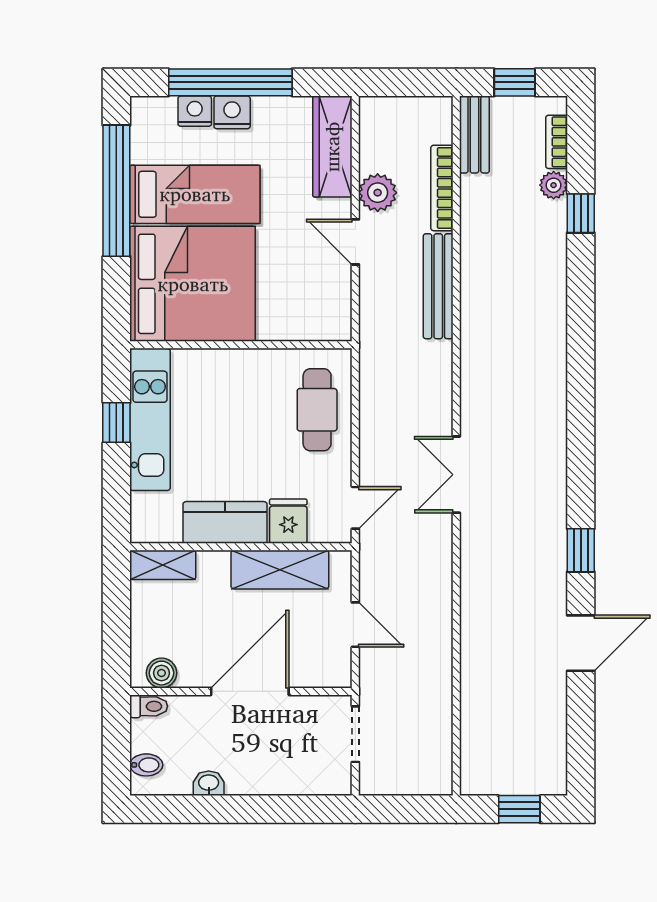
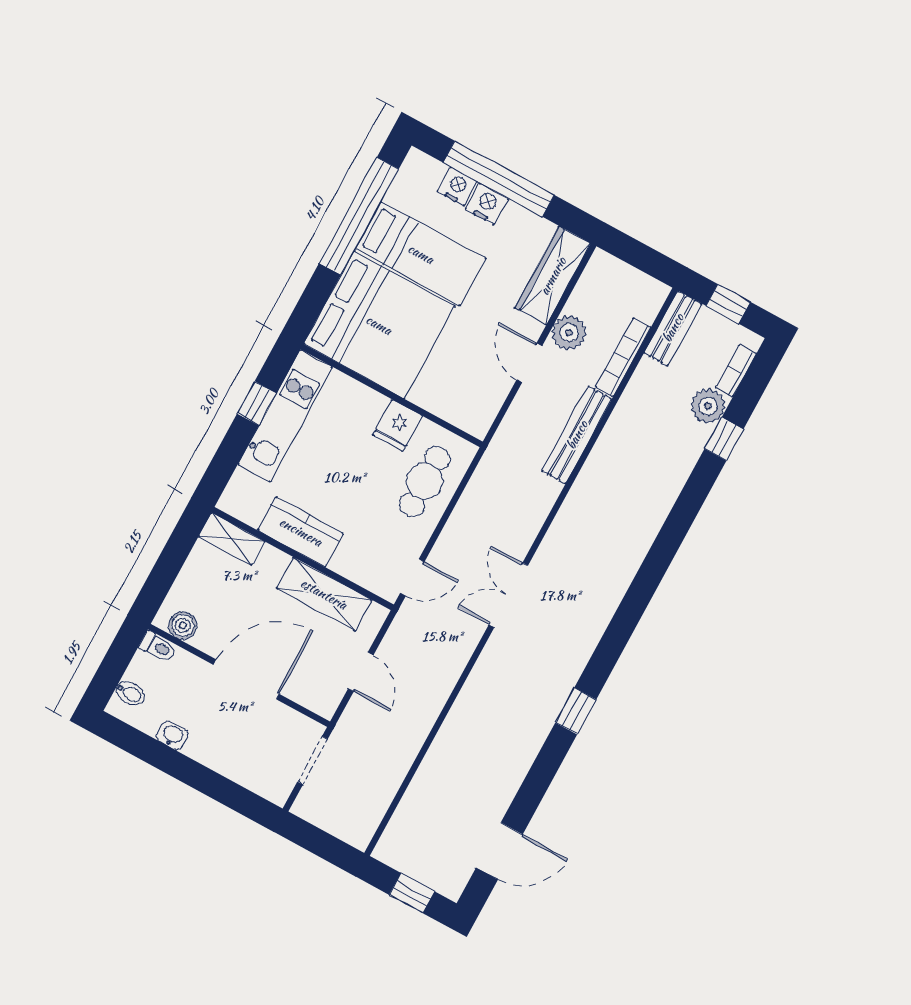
plant: (554, 185) -> (708, 406), width x1.38, depth x1.38
fridge: (288, 521) -> (398, 426), moved, turned 180
door: (581, 643) -> (499, 851), moved

